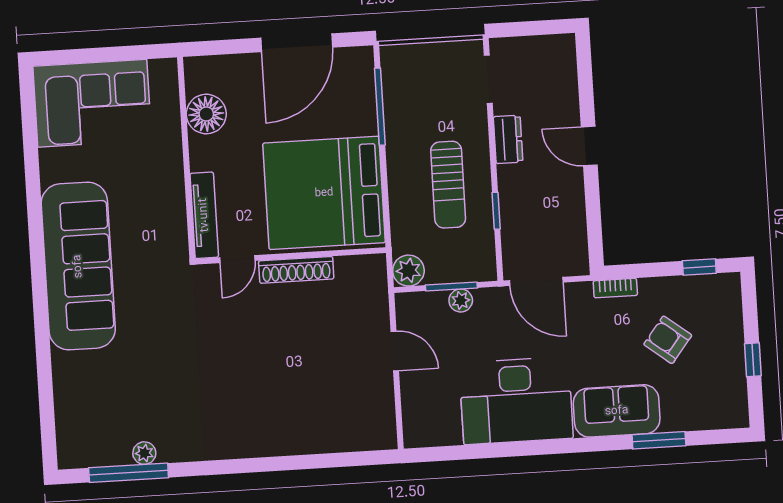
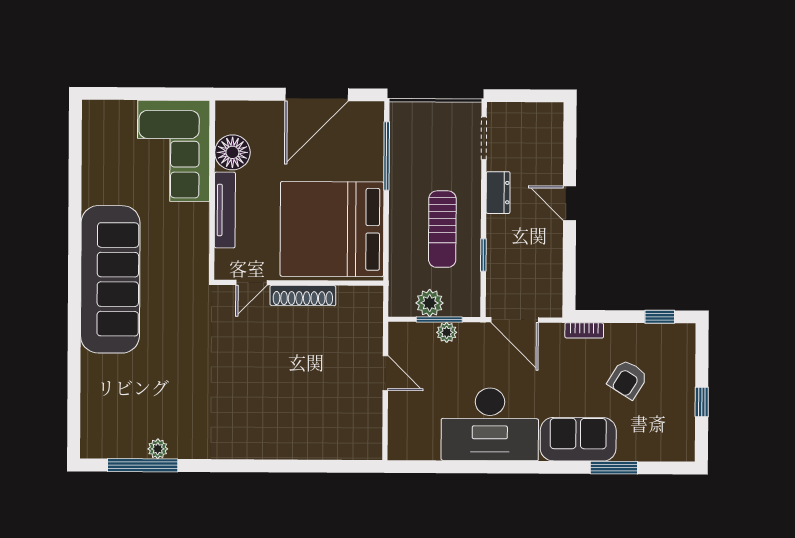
corner sofa: (92, 103) -> (174, 151), moved, turned 90
tv unit: (204, 215) -> (225, 210), moved
plant: (408, 271) -> (430, 303), moved
armchair: (668, 340) -> (628, 379), turned -96

